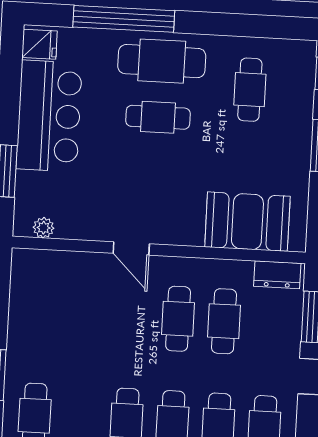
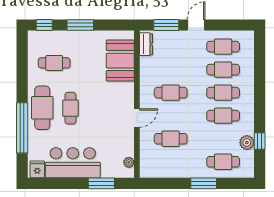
cafe table: (224, 321) -> (171, 139), moved

